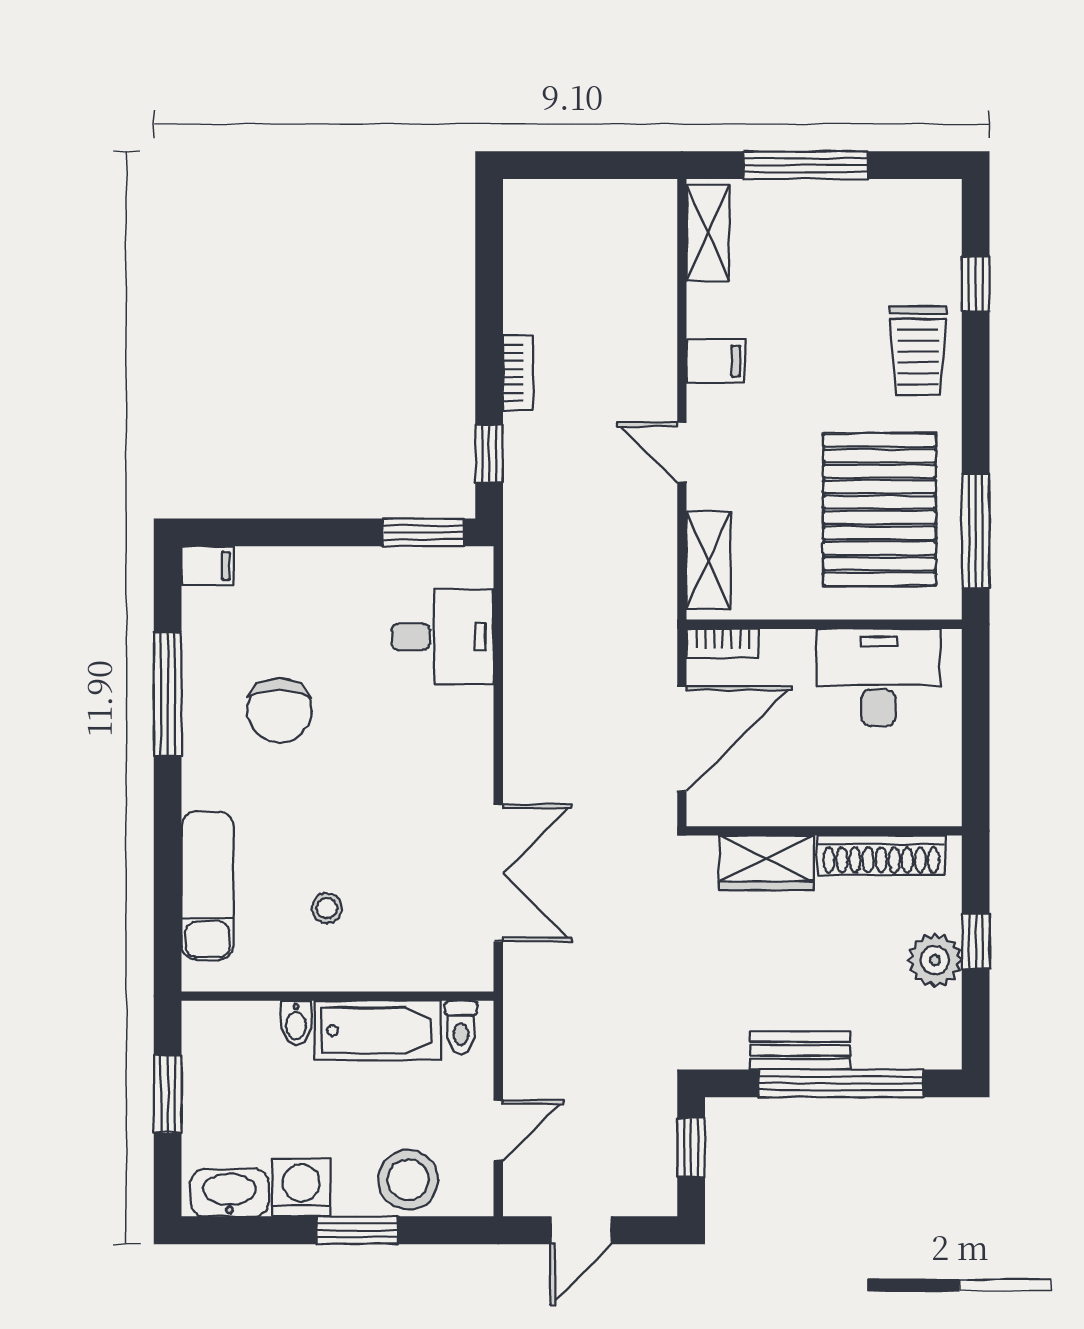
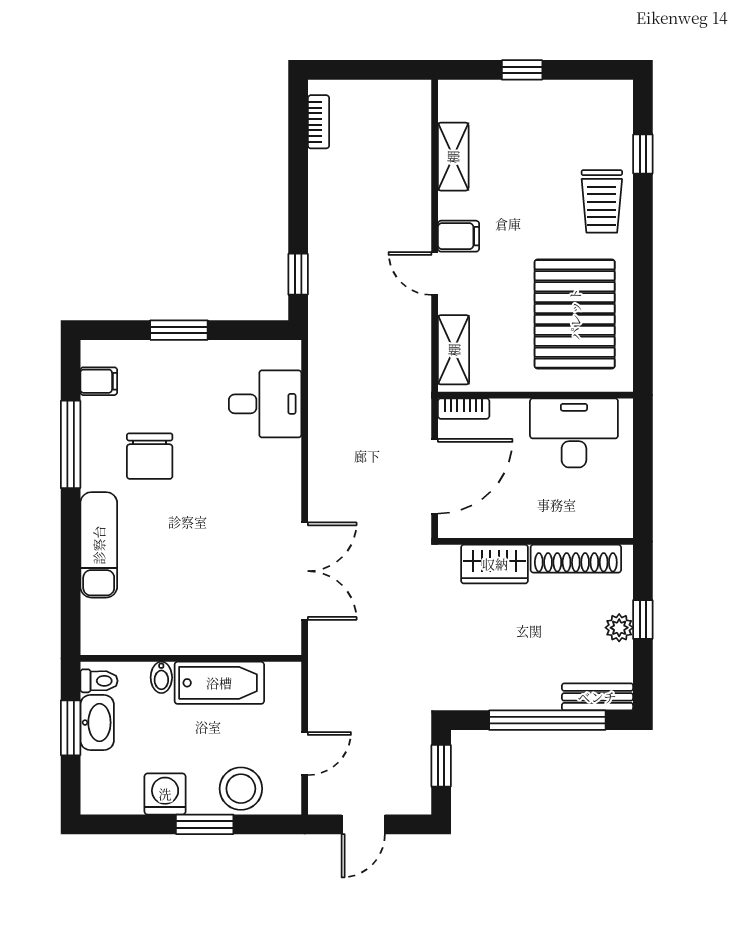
window: (805, 165) -> (522, 70), width x0.46
shelving: (708, 233) -> (453, 157), moved
filing cabinet: (716, 361) -> (459, 236), moved
bookcase: (518, 373) -> (319, 122), moved
window: (976, 531) -> (643, 329), removed
window: (423, 532) -> (179, 330), moved
filing cabinet: (208, 566) -> (99, 381), moved
exam couch: (208, 886) -> (99, 545), moved
stool: (327, 908) -> (183, 596), removed
plant: (935, 960) -> (619, 628), width x0.73, depth x0.73
toilet: (461, 1027) -> (99, 681), moved, turned -90
bench: (800, 1050) -> (597, 697), moved
washbasin: (230, 1193) -> (97, 723), moved, turned 90

